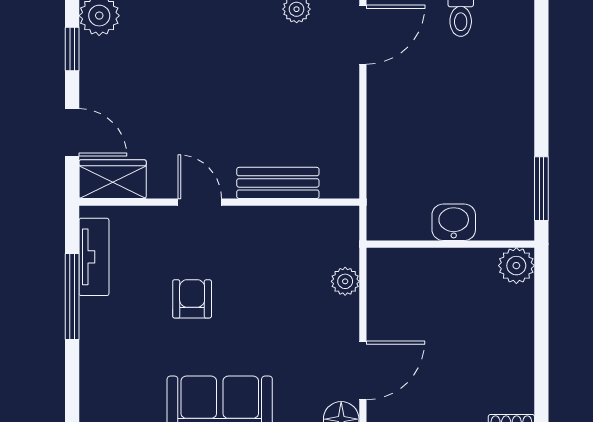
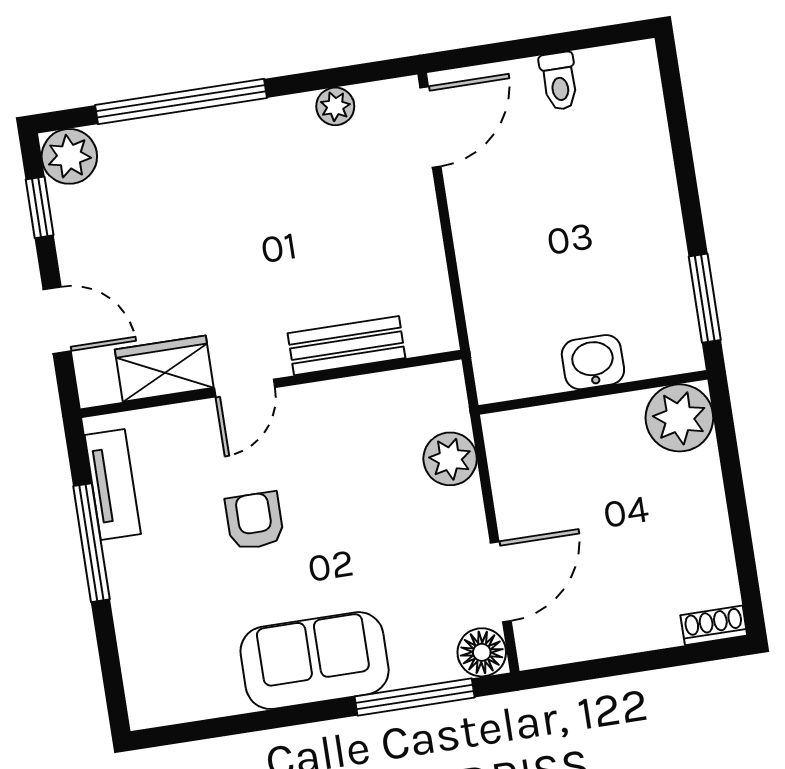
wardrobe: (113, 179) -> (164, 369), moved
door: (200, 202) -> (245, 388), swing flipped
plant: (516, 266) -> (679, 418), width x1.36, depth x1.36
plant: (345, 281) -> (450, 459), width x1.38, depth x1.38

